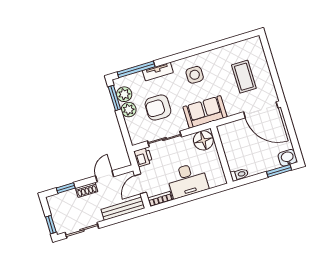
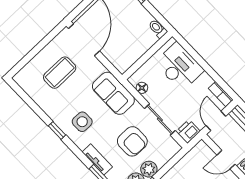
window: (198, 51) -> (57, 130), added
floor lamp: (203, 140) -> (142, 88), width x0.53, depth x0.53
desk: (187, 180) -> (179, 66), moved
door: (140, 184) -> (216, 121), swing flipped

